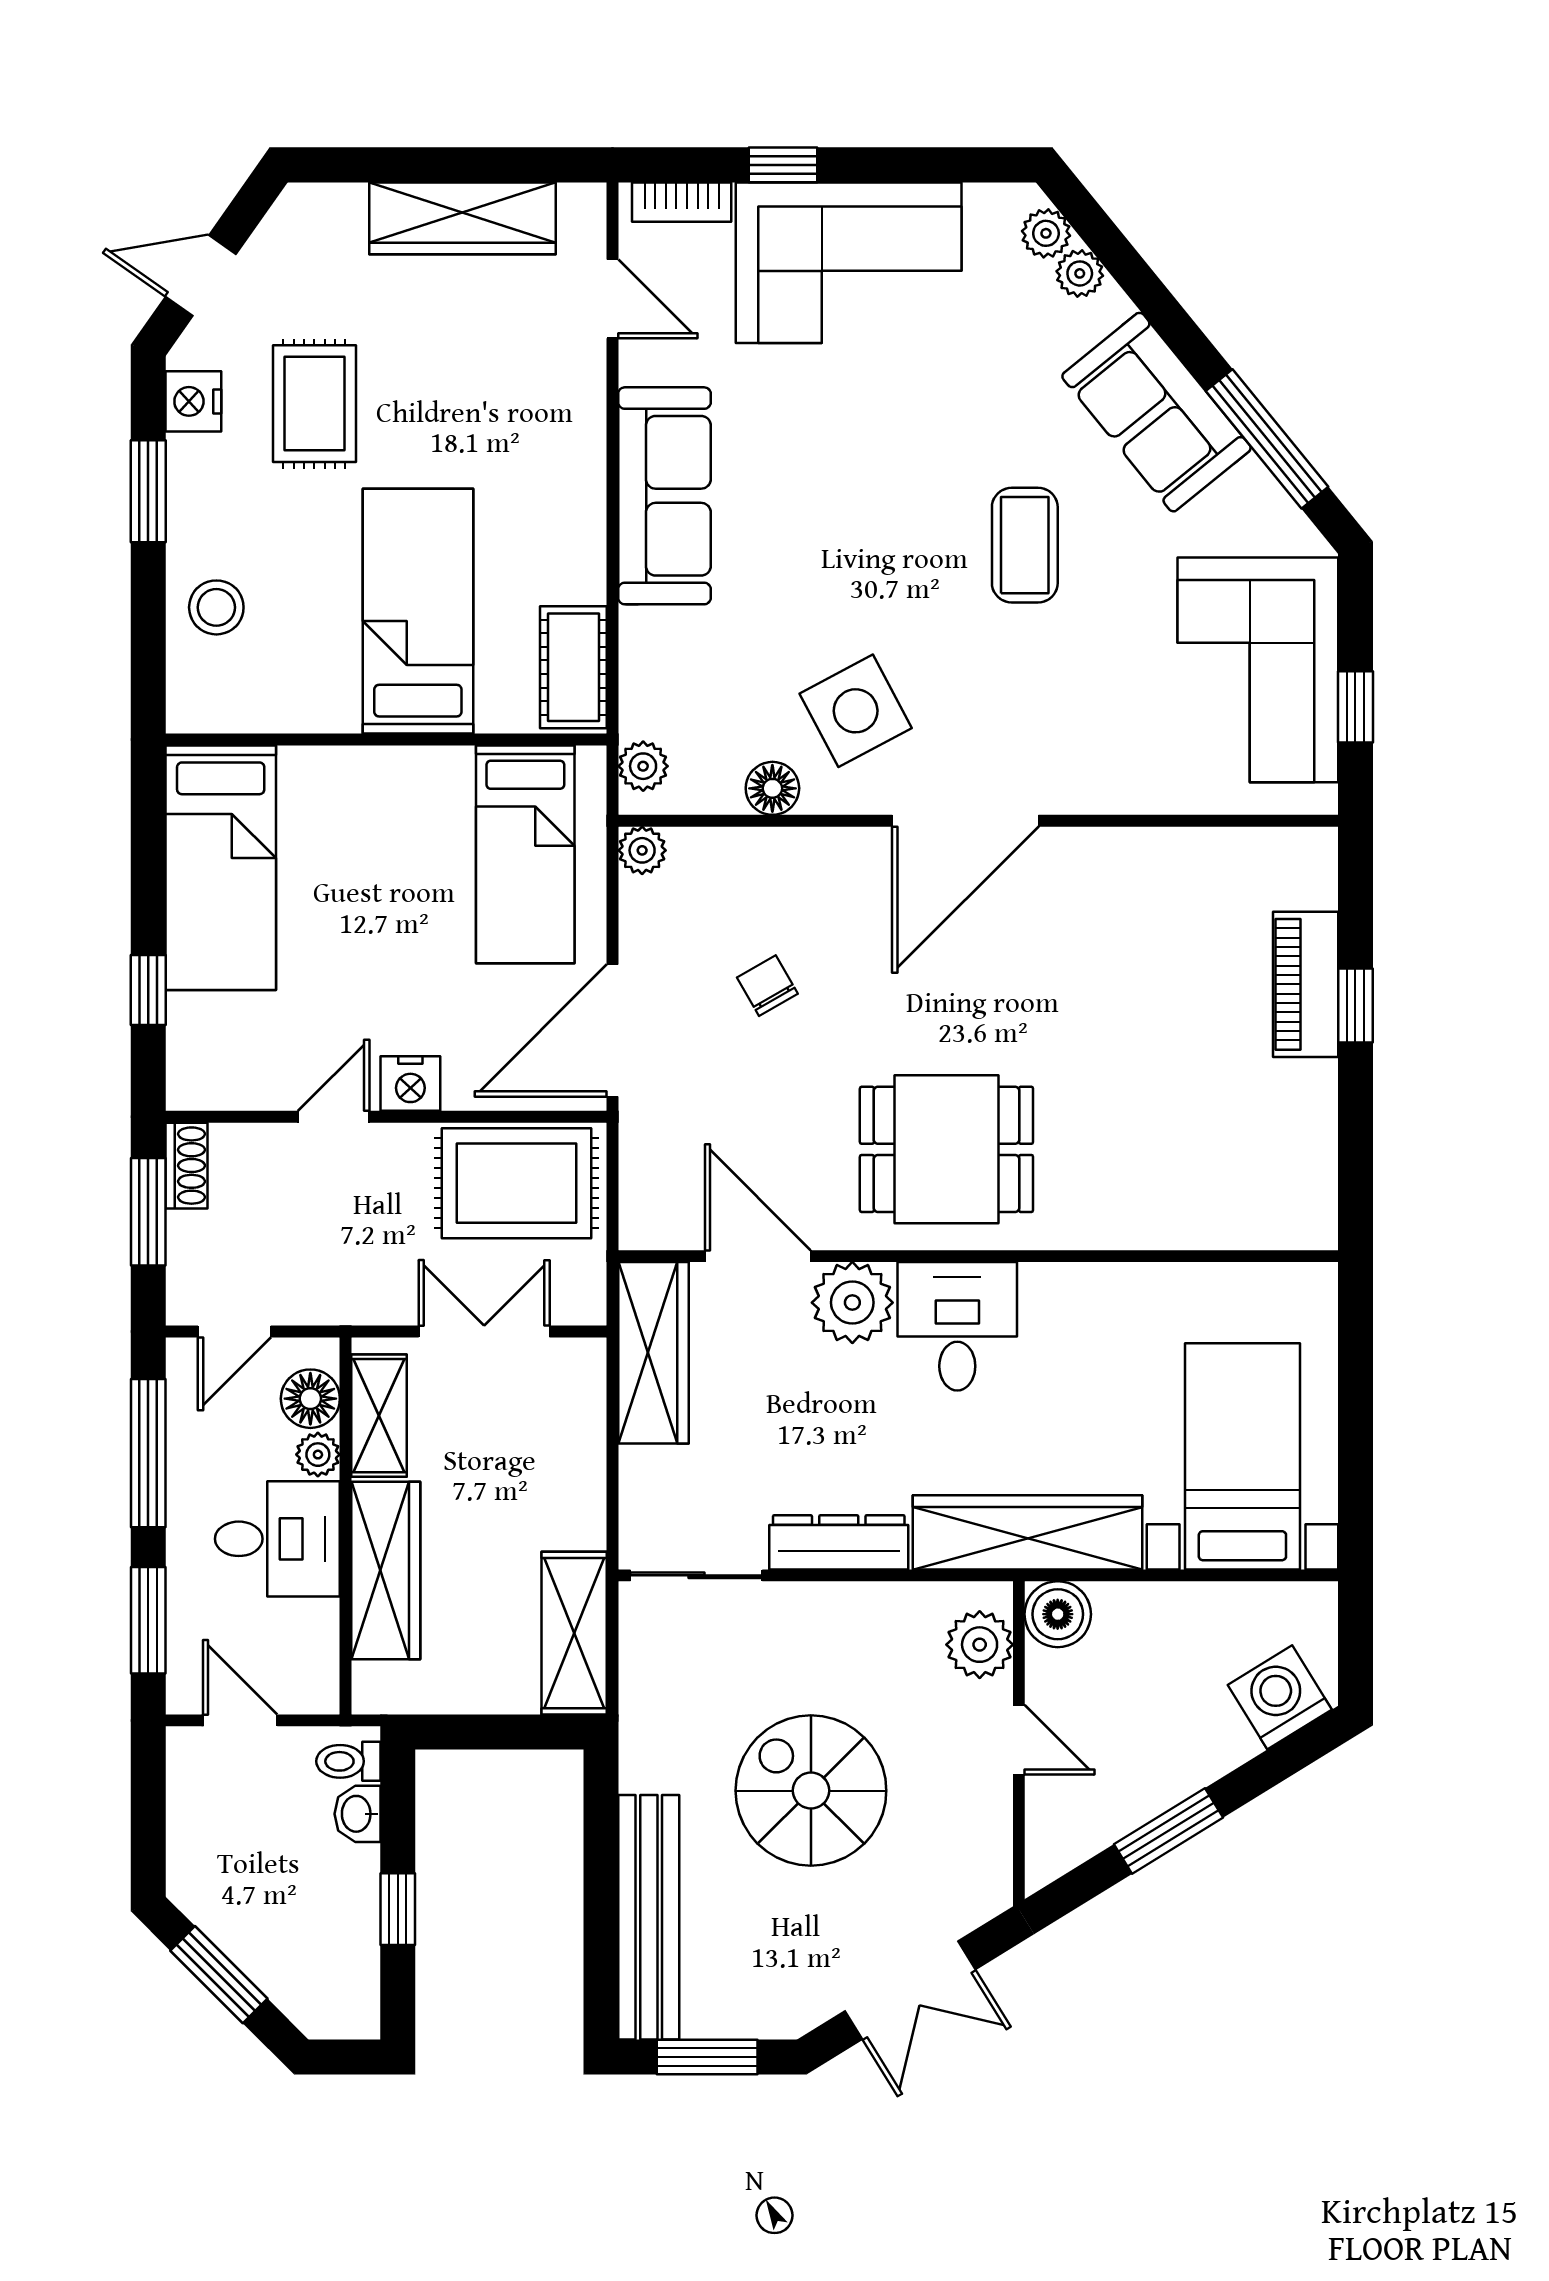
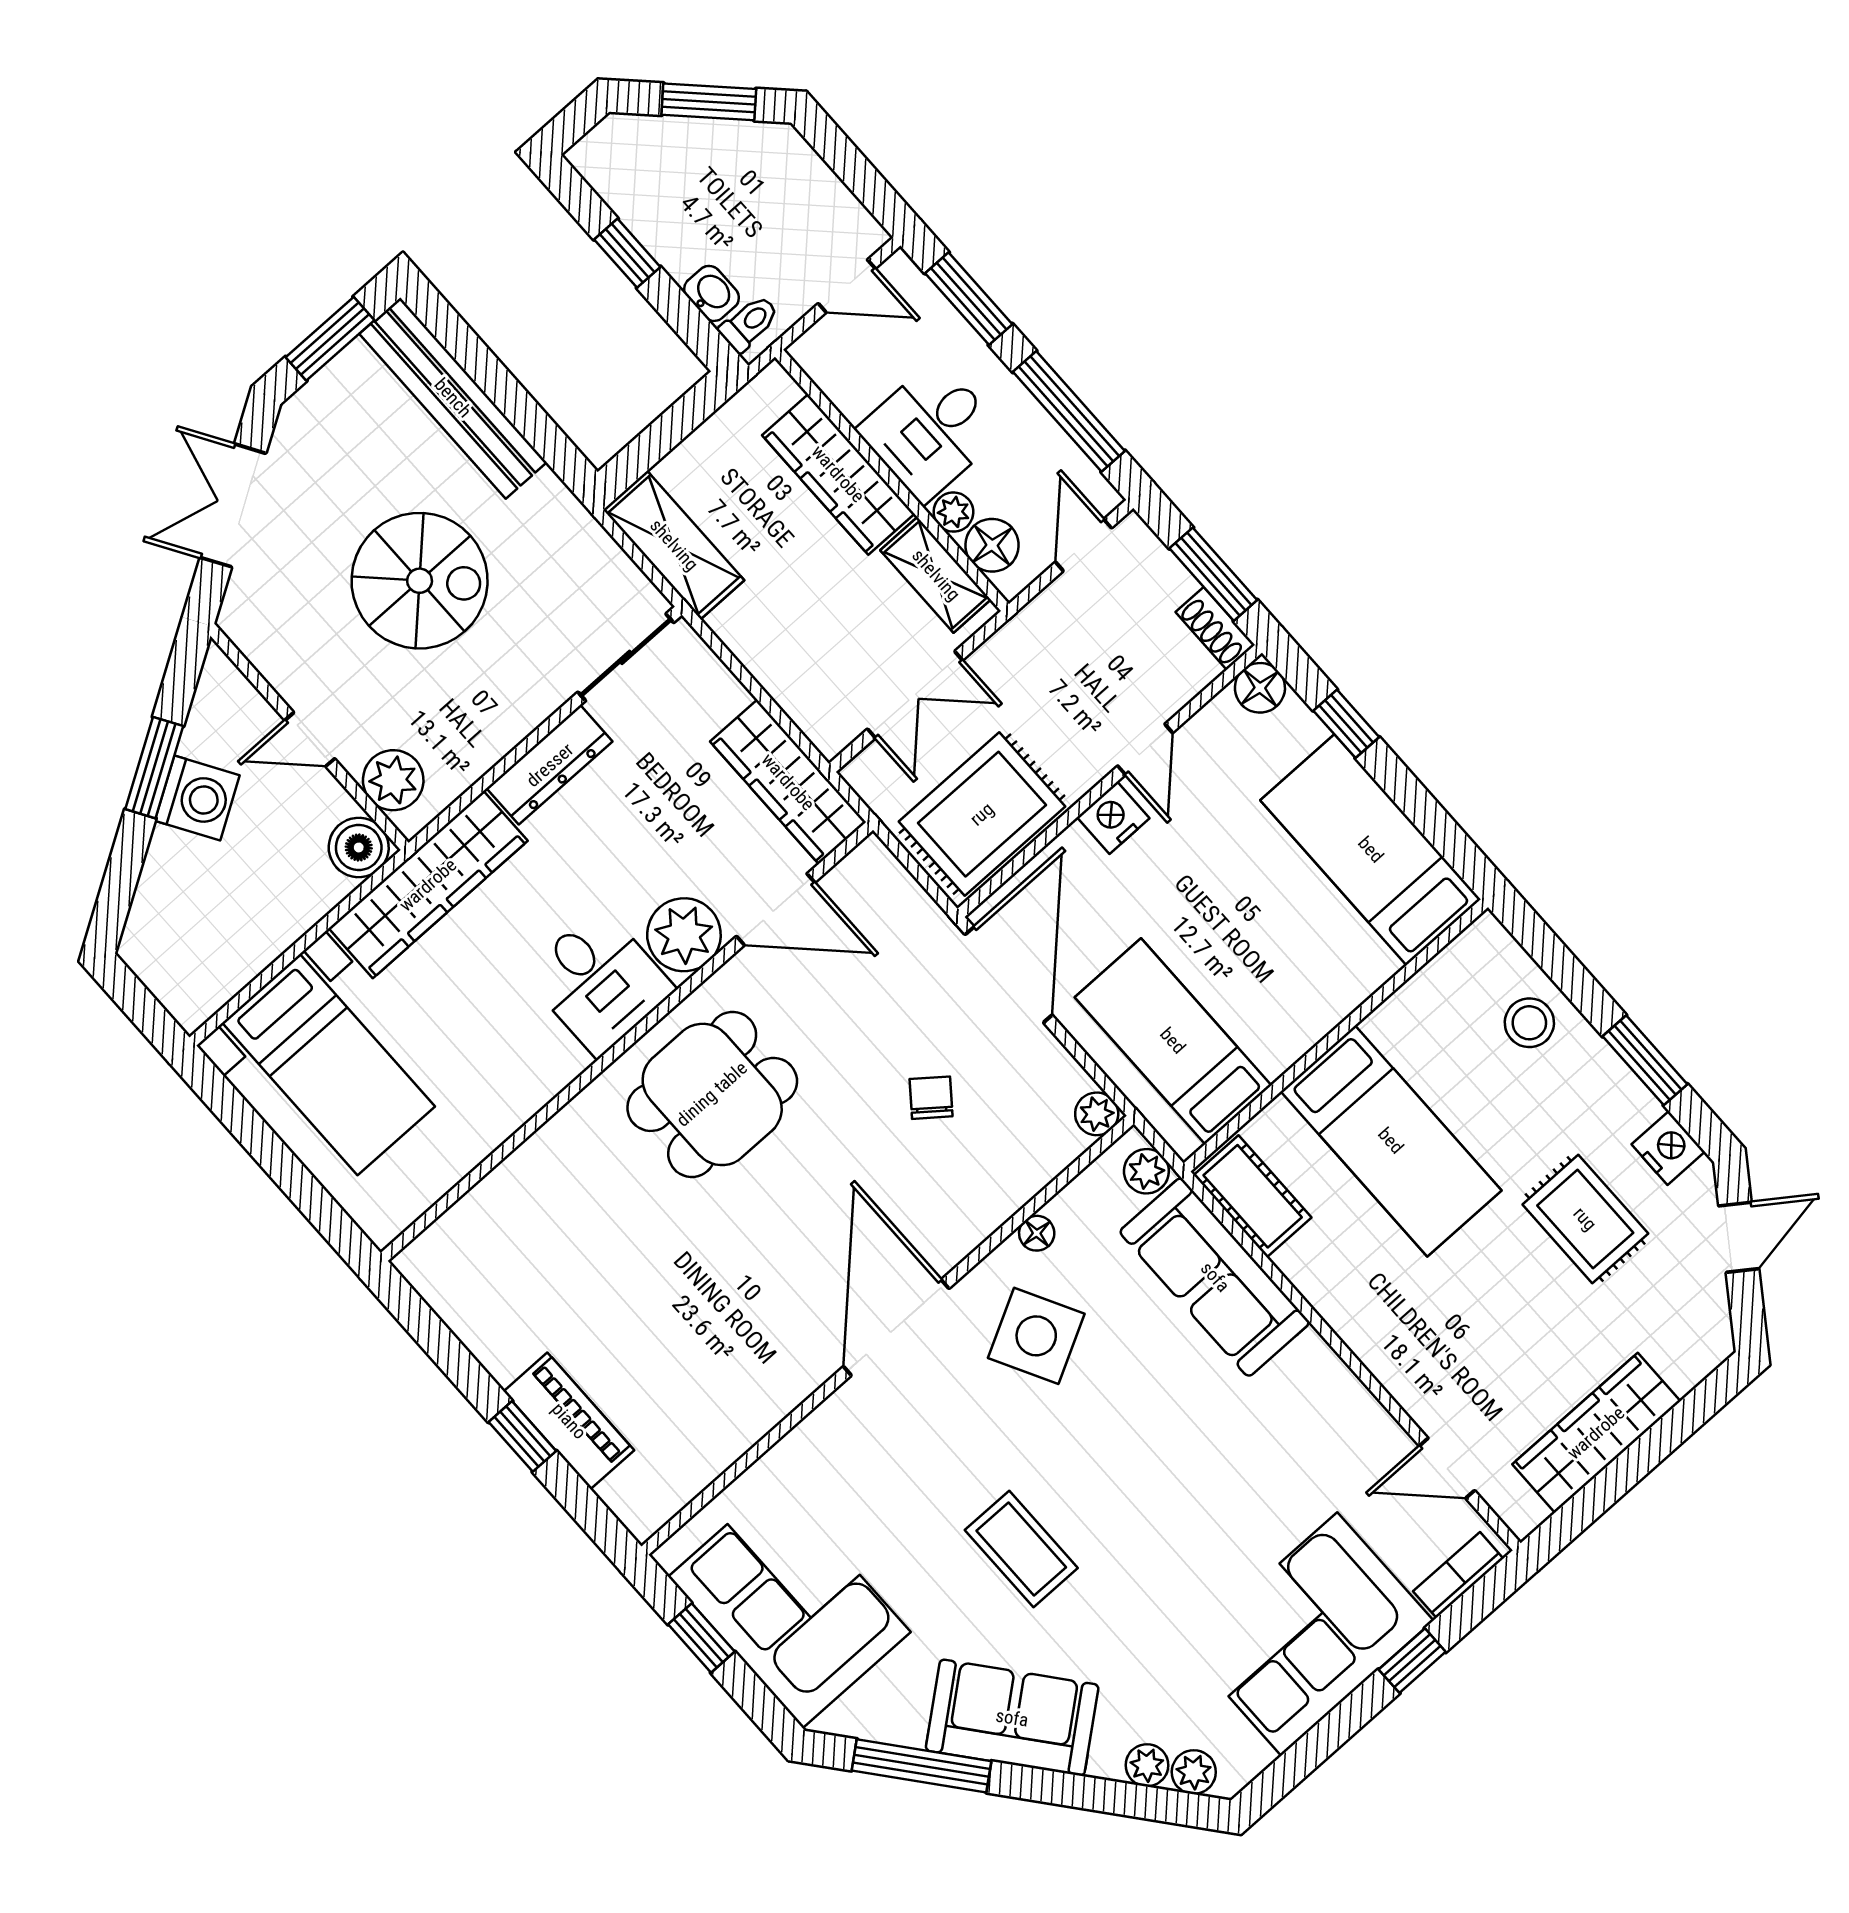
sofa: (664, 496) -> (1215, 1277), moved
floor lamp: (772, 788) -> (1037, 1233), width x0.73, depth x0.73
chair: (767, 986) -> (931, 1098), turned -112
floor lamp: (193, 1083) -> (1260, 688), added
washing machine: (1280, 1697) -> (197, 798), moved

